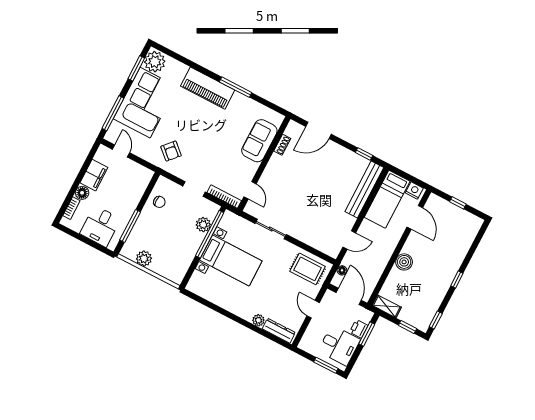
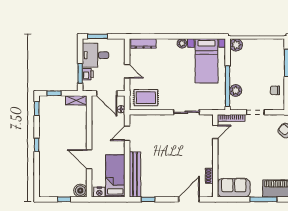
sofa: (259, 141) -> (234, 188), moved, turned -90
door: (250, 190) -> (215, 132), swing flipped
door: (415, 217) -> (89, 159), moved
plant: (144, 259) -> (236, 45), moved
bed with nightstands: (231, 261) -> (206, 61), moved, turned -90
boiler: (404, 262) -> (80, 191), moved
plant: (258, 320) -> (182, 43), moved

